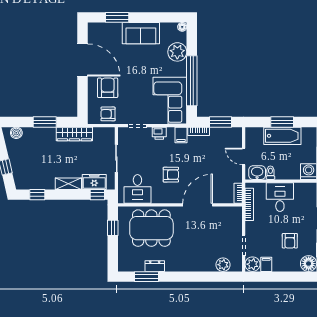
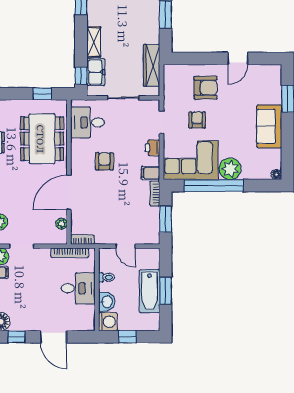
plant: (177, 52) -> (230, 169), moved
door: (83, 60) -> (238, 58), width x0.53
armchair: (108, 114) -> (197, 120), moved
wardrobe: (74, 134) -> (152, 65), moved
door: (244, 156) -> (126, 246), swing flipped
washbasin: (257, 173) -> (107, 302), moved
armchair: (171, 175) -> (104, 161), turned 180
door: (198, 205) -> (69, 192), swing flipped
plant: (224, 211) -> (62, 224), added
armchair: (290, 241) -> (27, 300), removed

